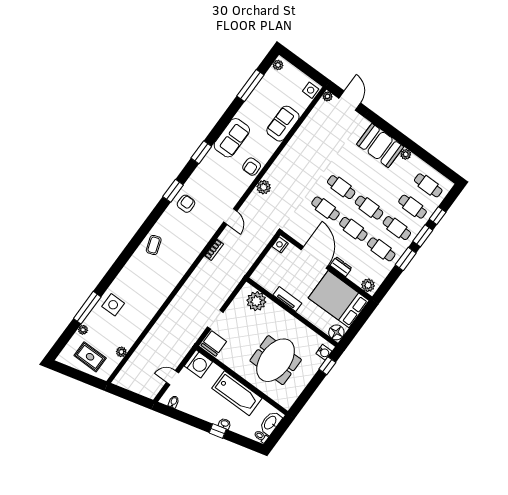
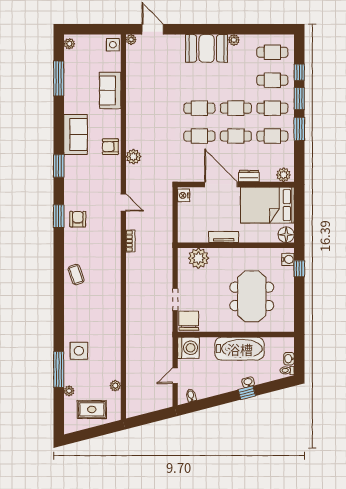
armchair: (252, 167) -> (110, 147), turned 91
washbasin: (270, 423) -> (289, 359), width x0.52, depth x0.69

